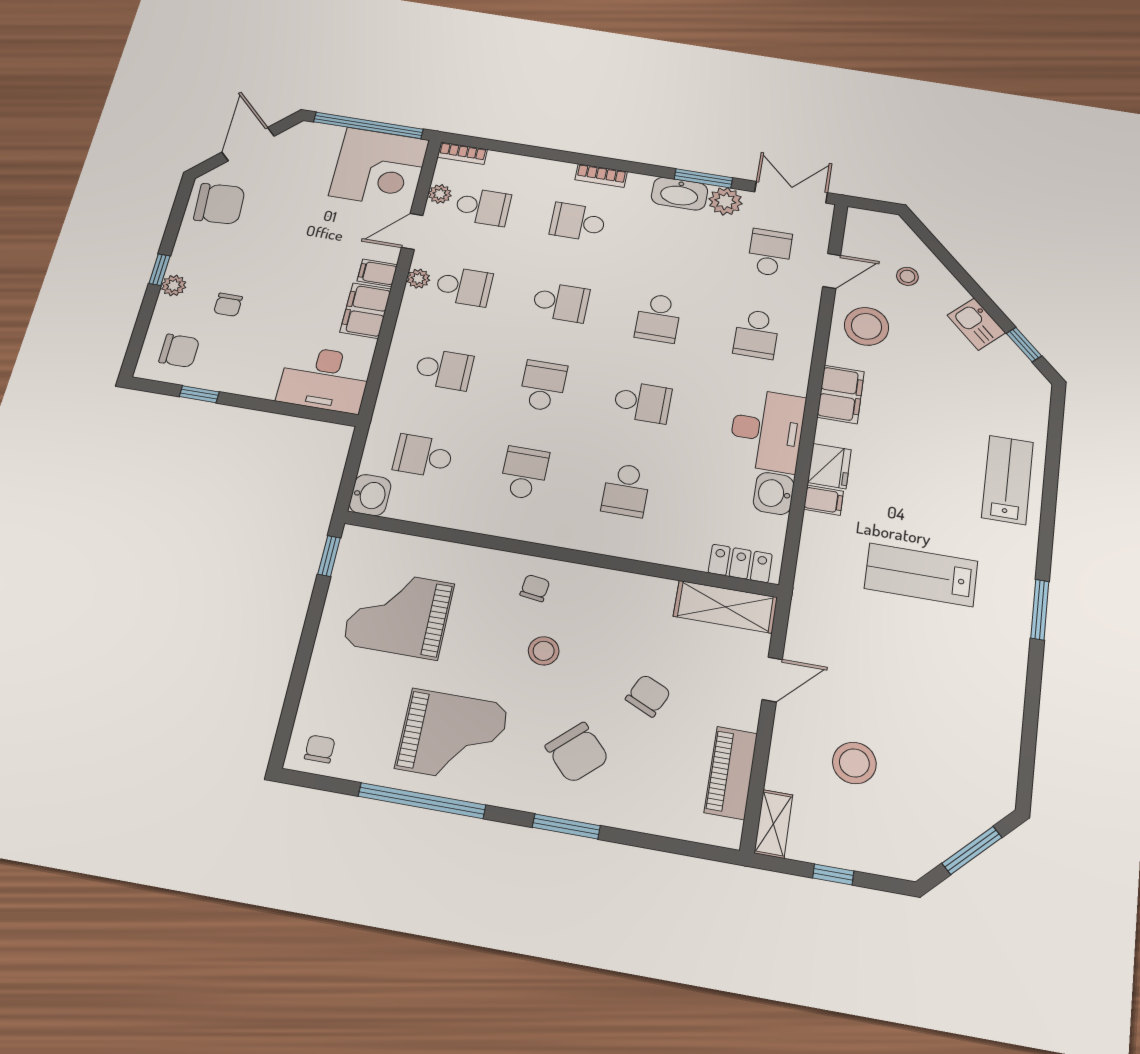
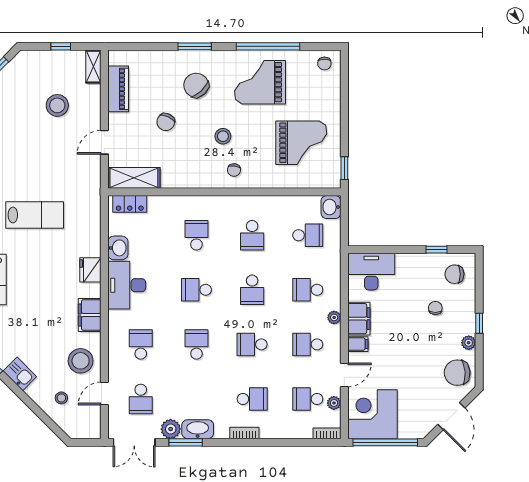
plant: (418, 279) -> (334, 317), moved
plant: (174, 286) -> (469, 343), moved
filing cabinet: (824, 500) -> (91, 249), removed

